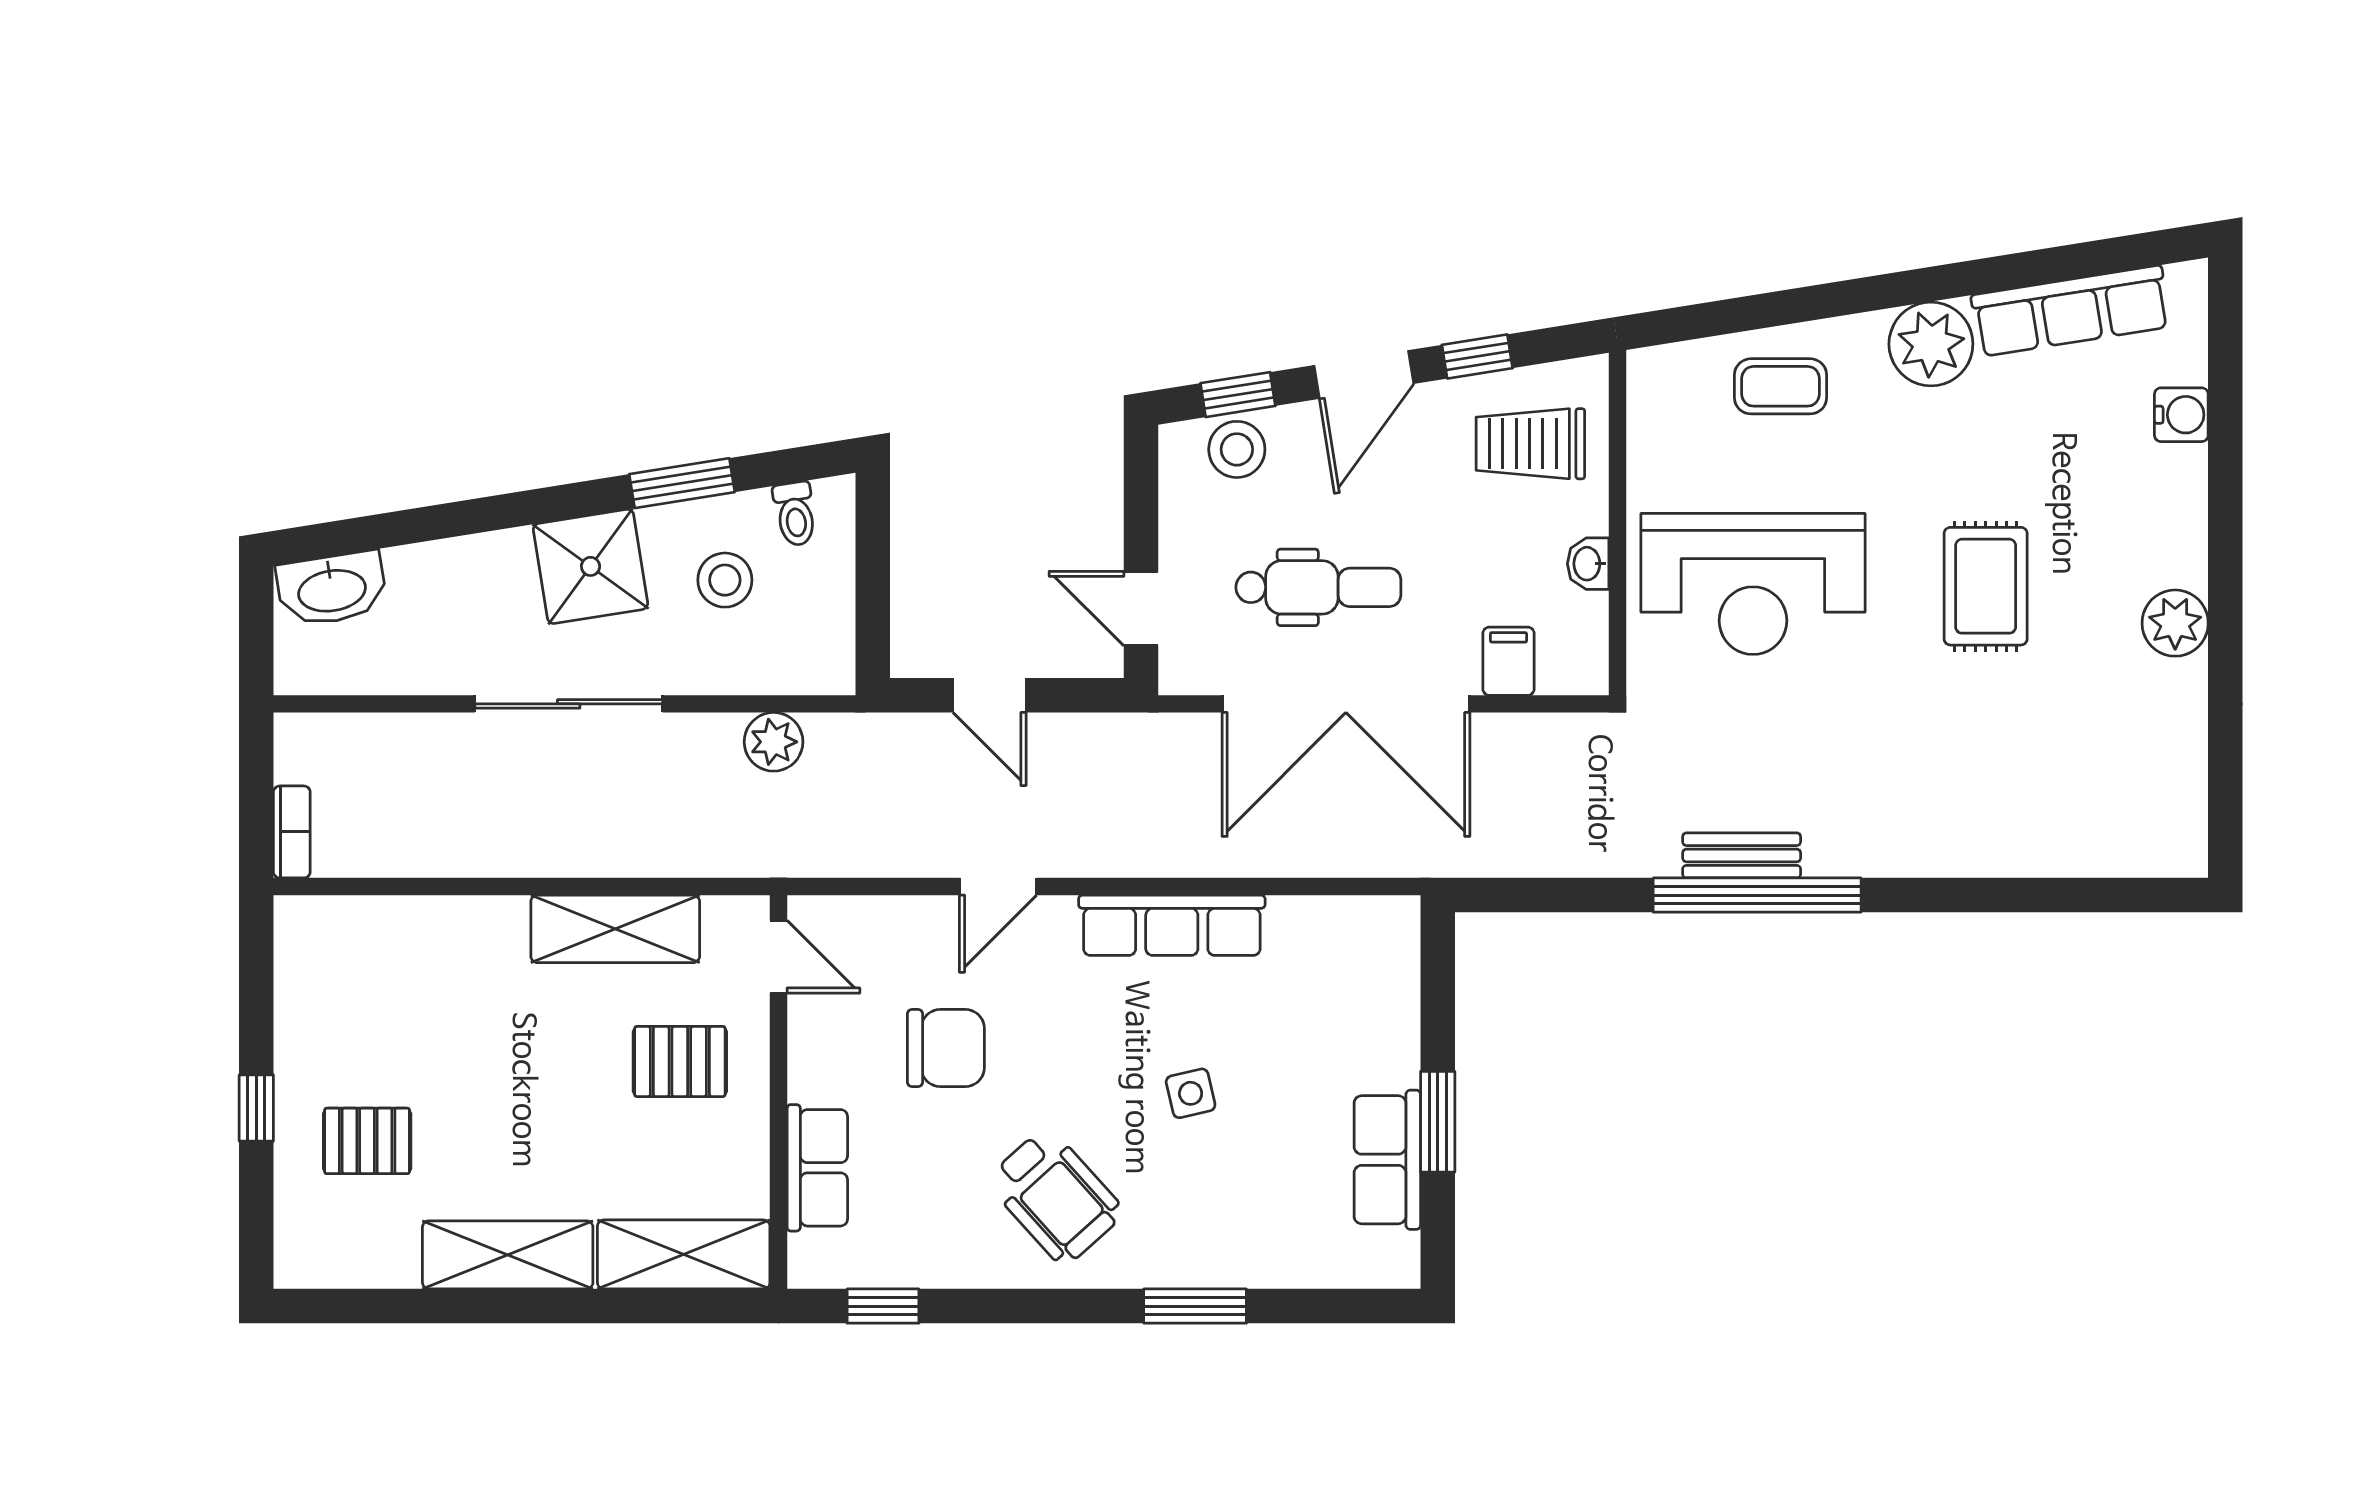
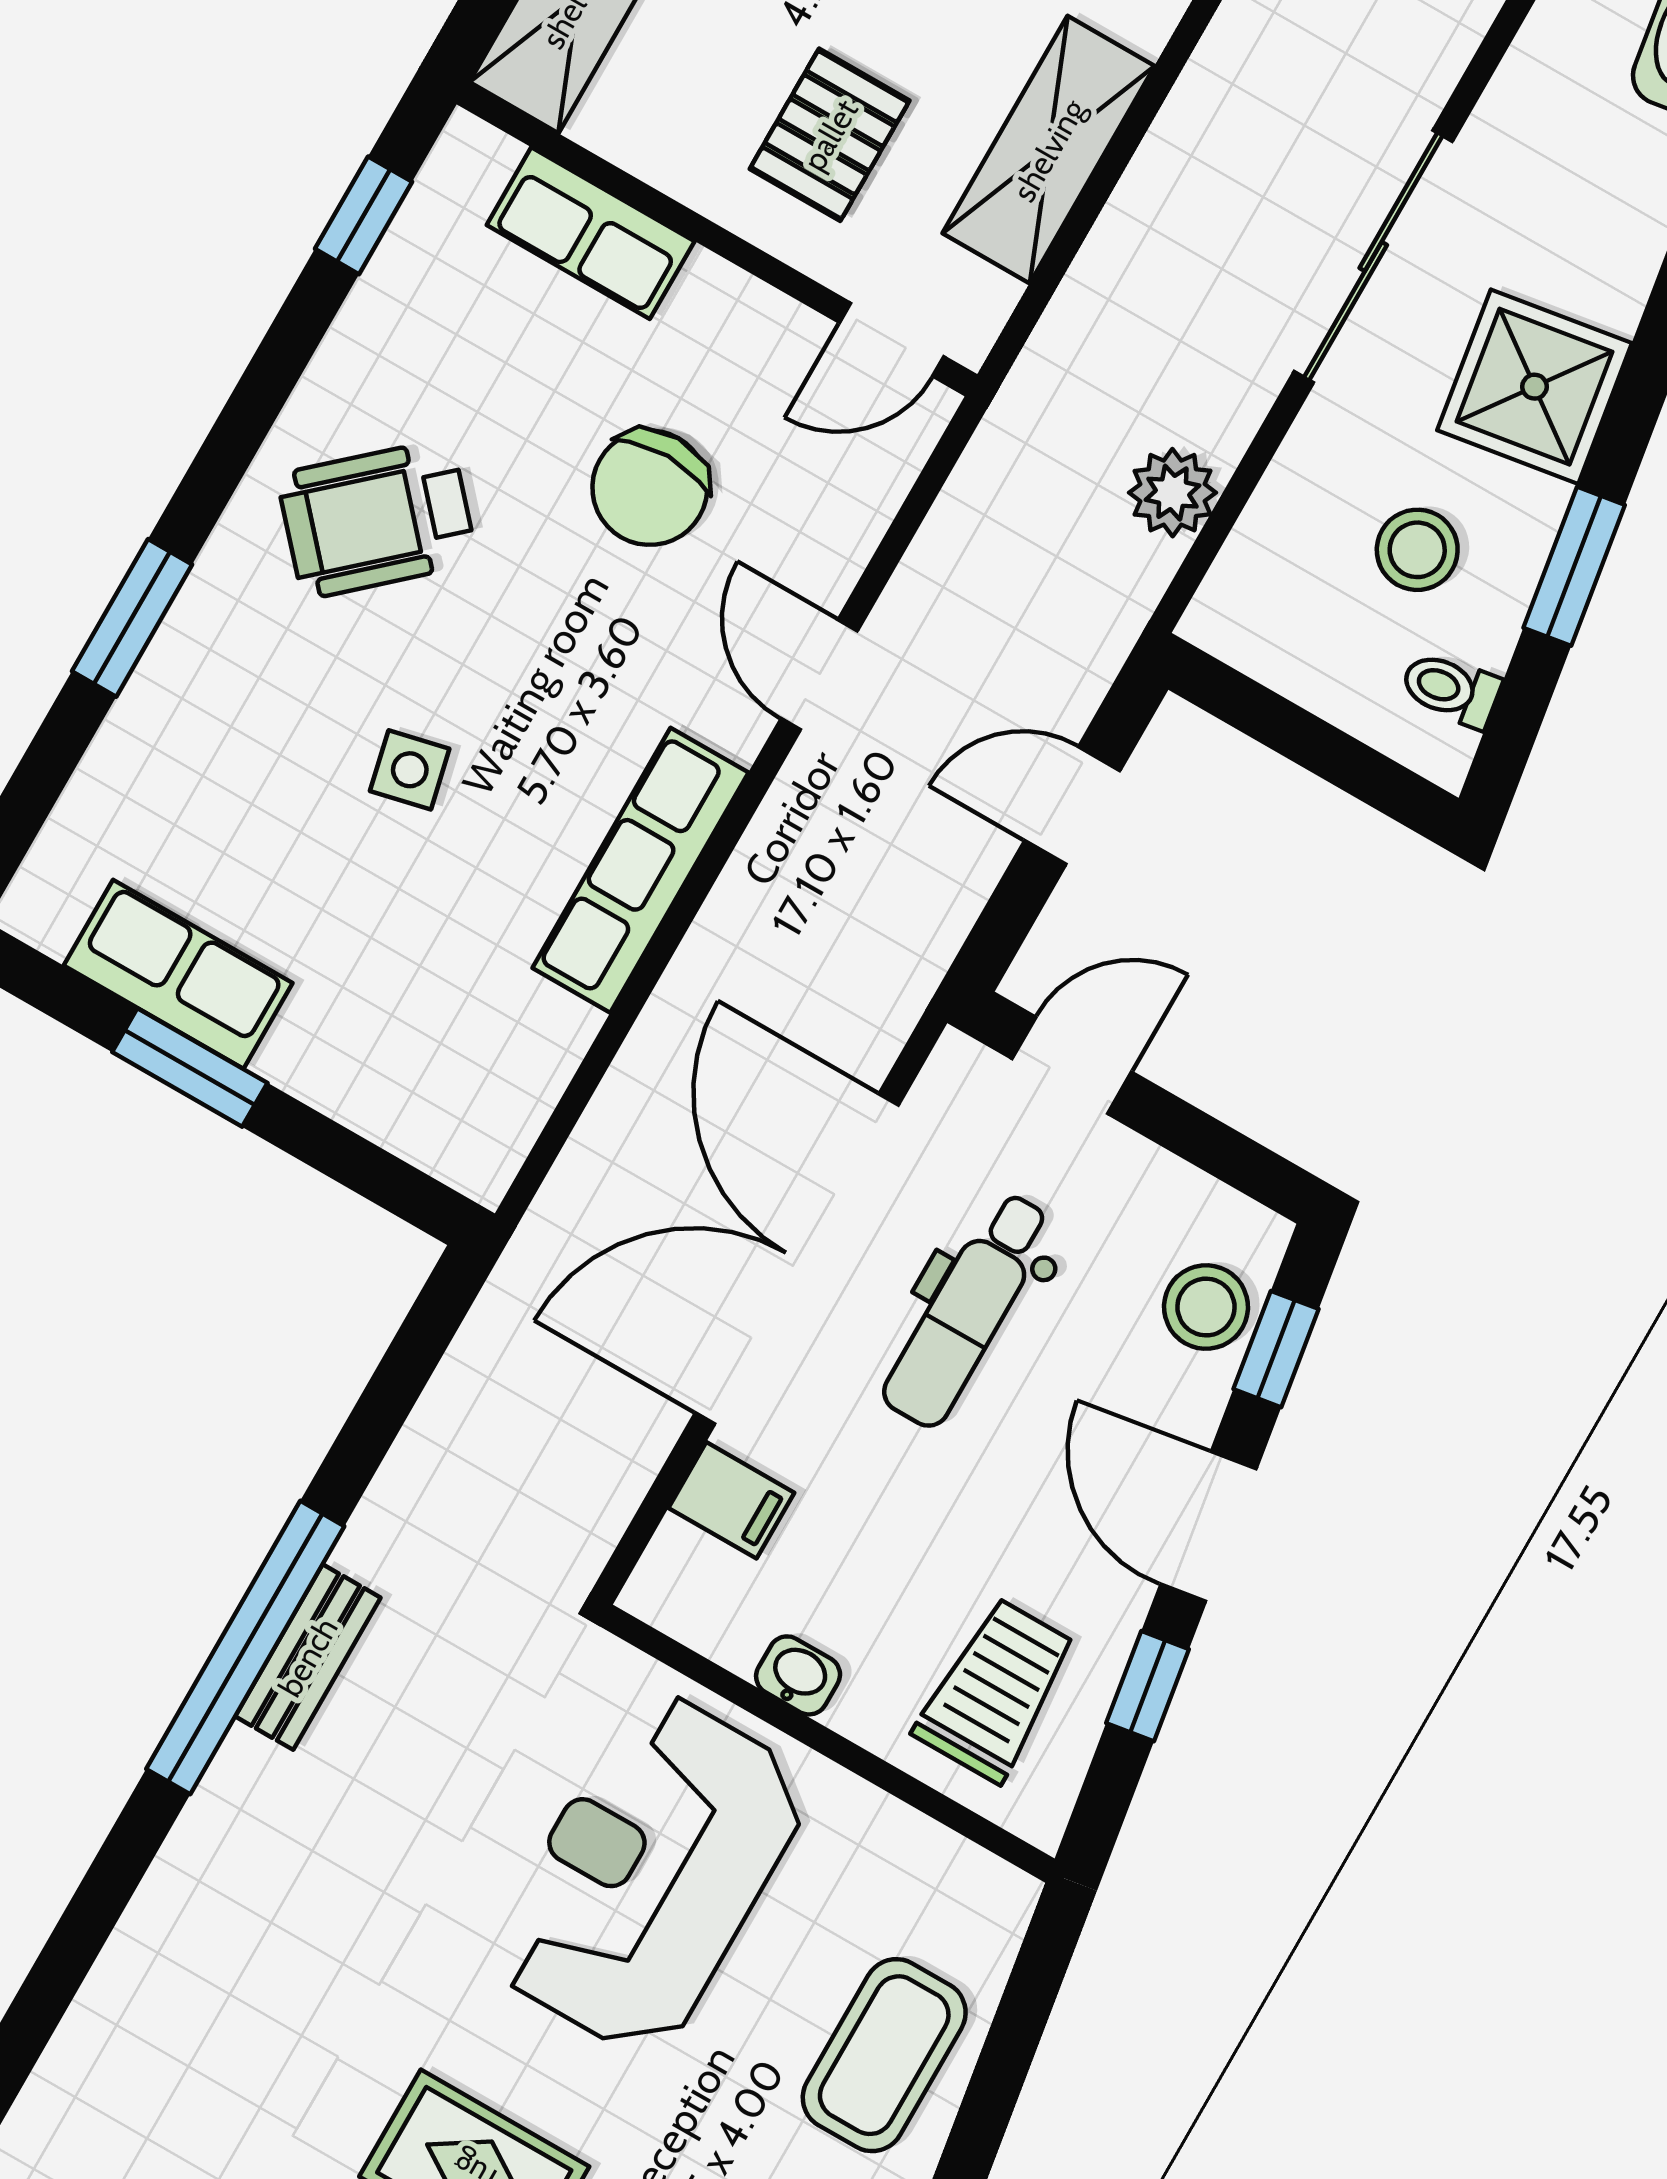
coffee table: (1781, 386) -> (884, 2055), width x1.36, depth x1.30

